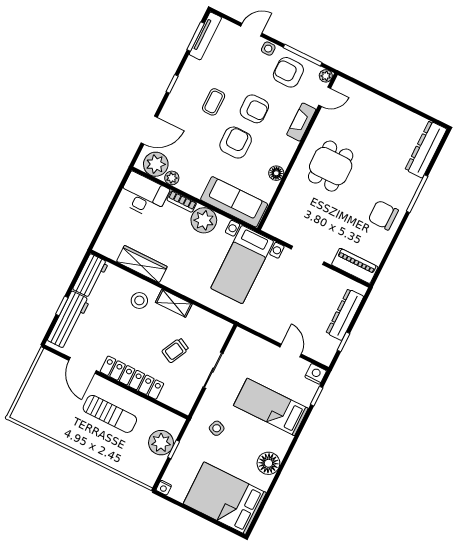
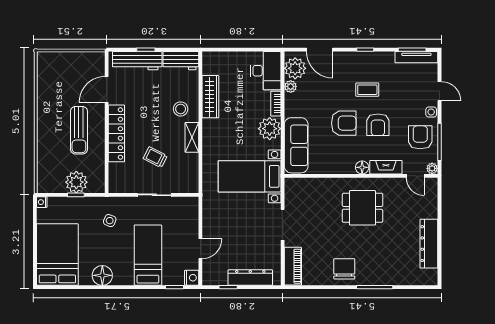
dresser: (426, 149) -> (429, 244), moved, turned -90
floor lamp: (276, 173) -> (362, 167), moved

